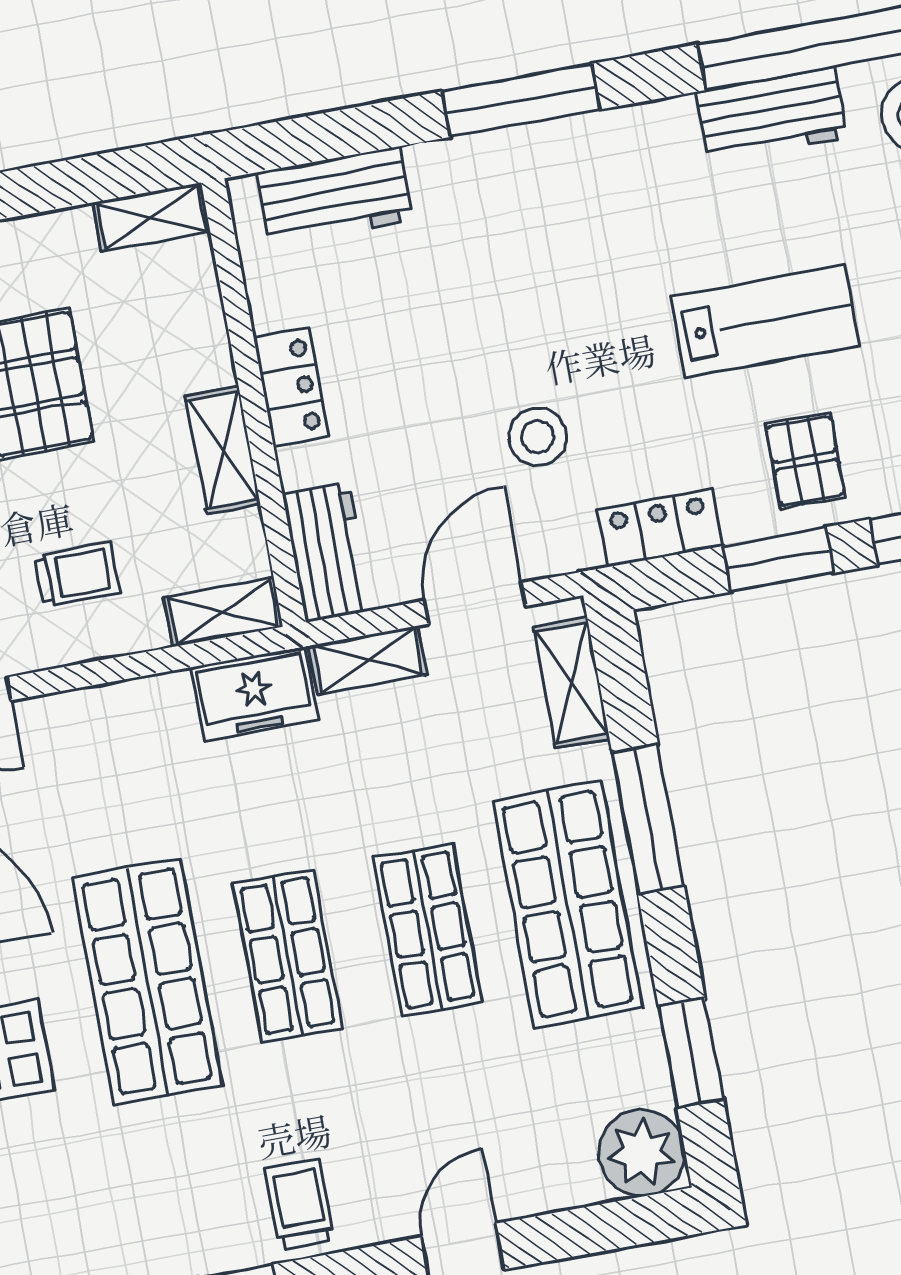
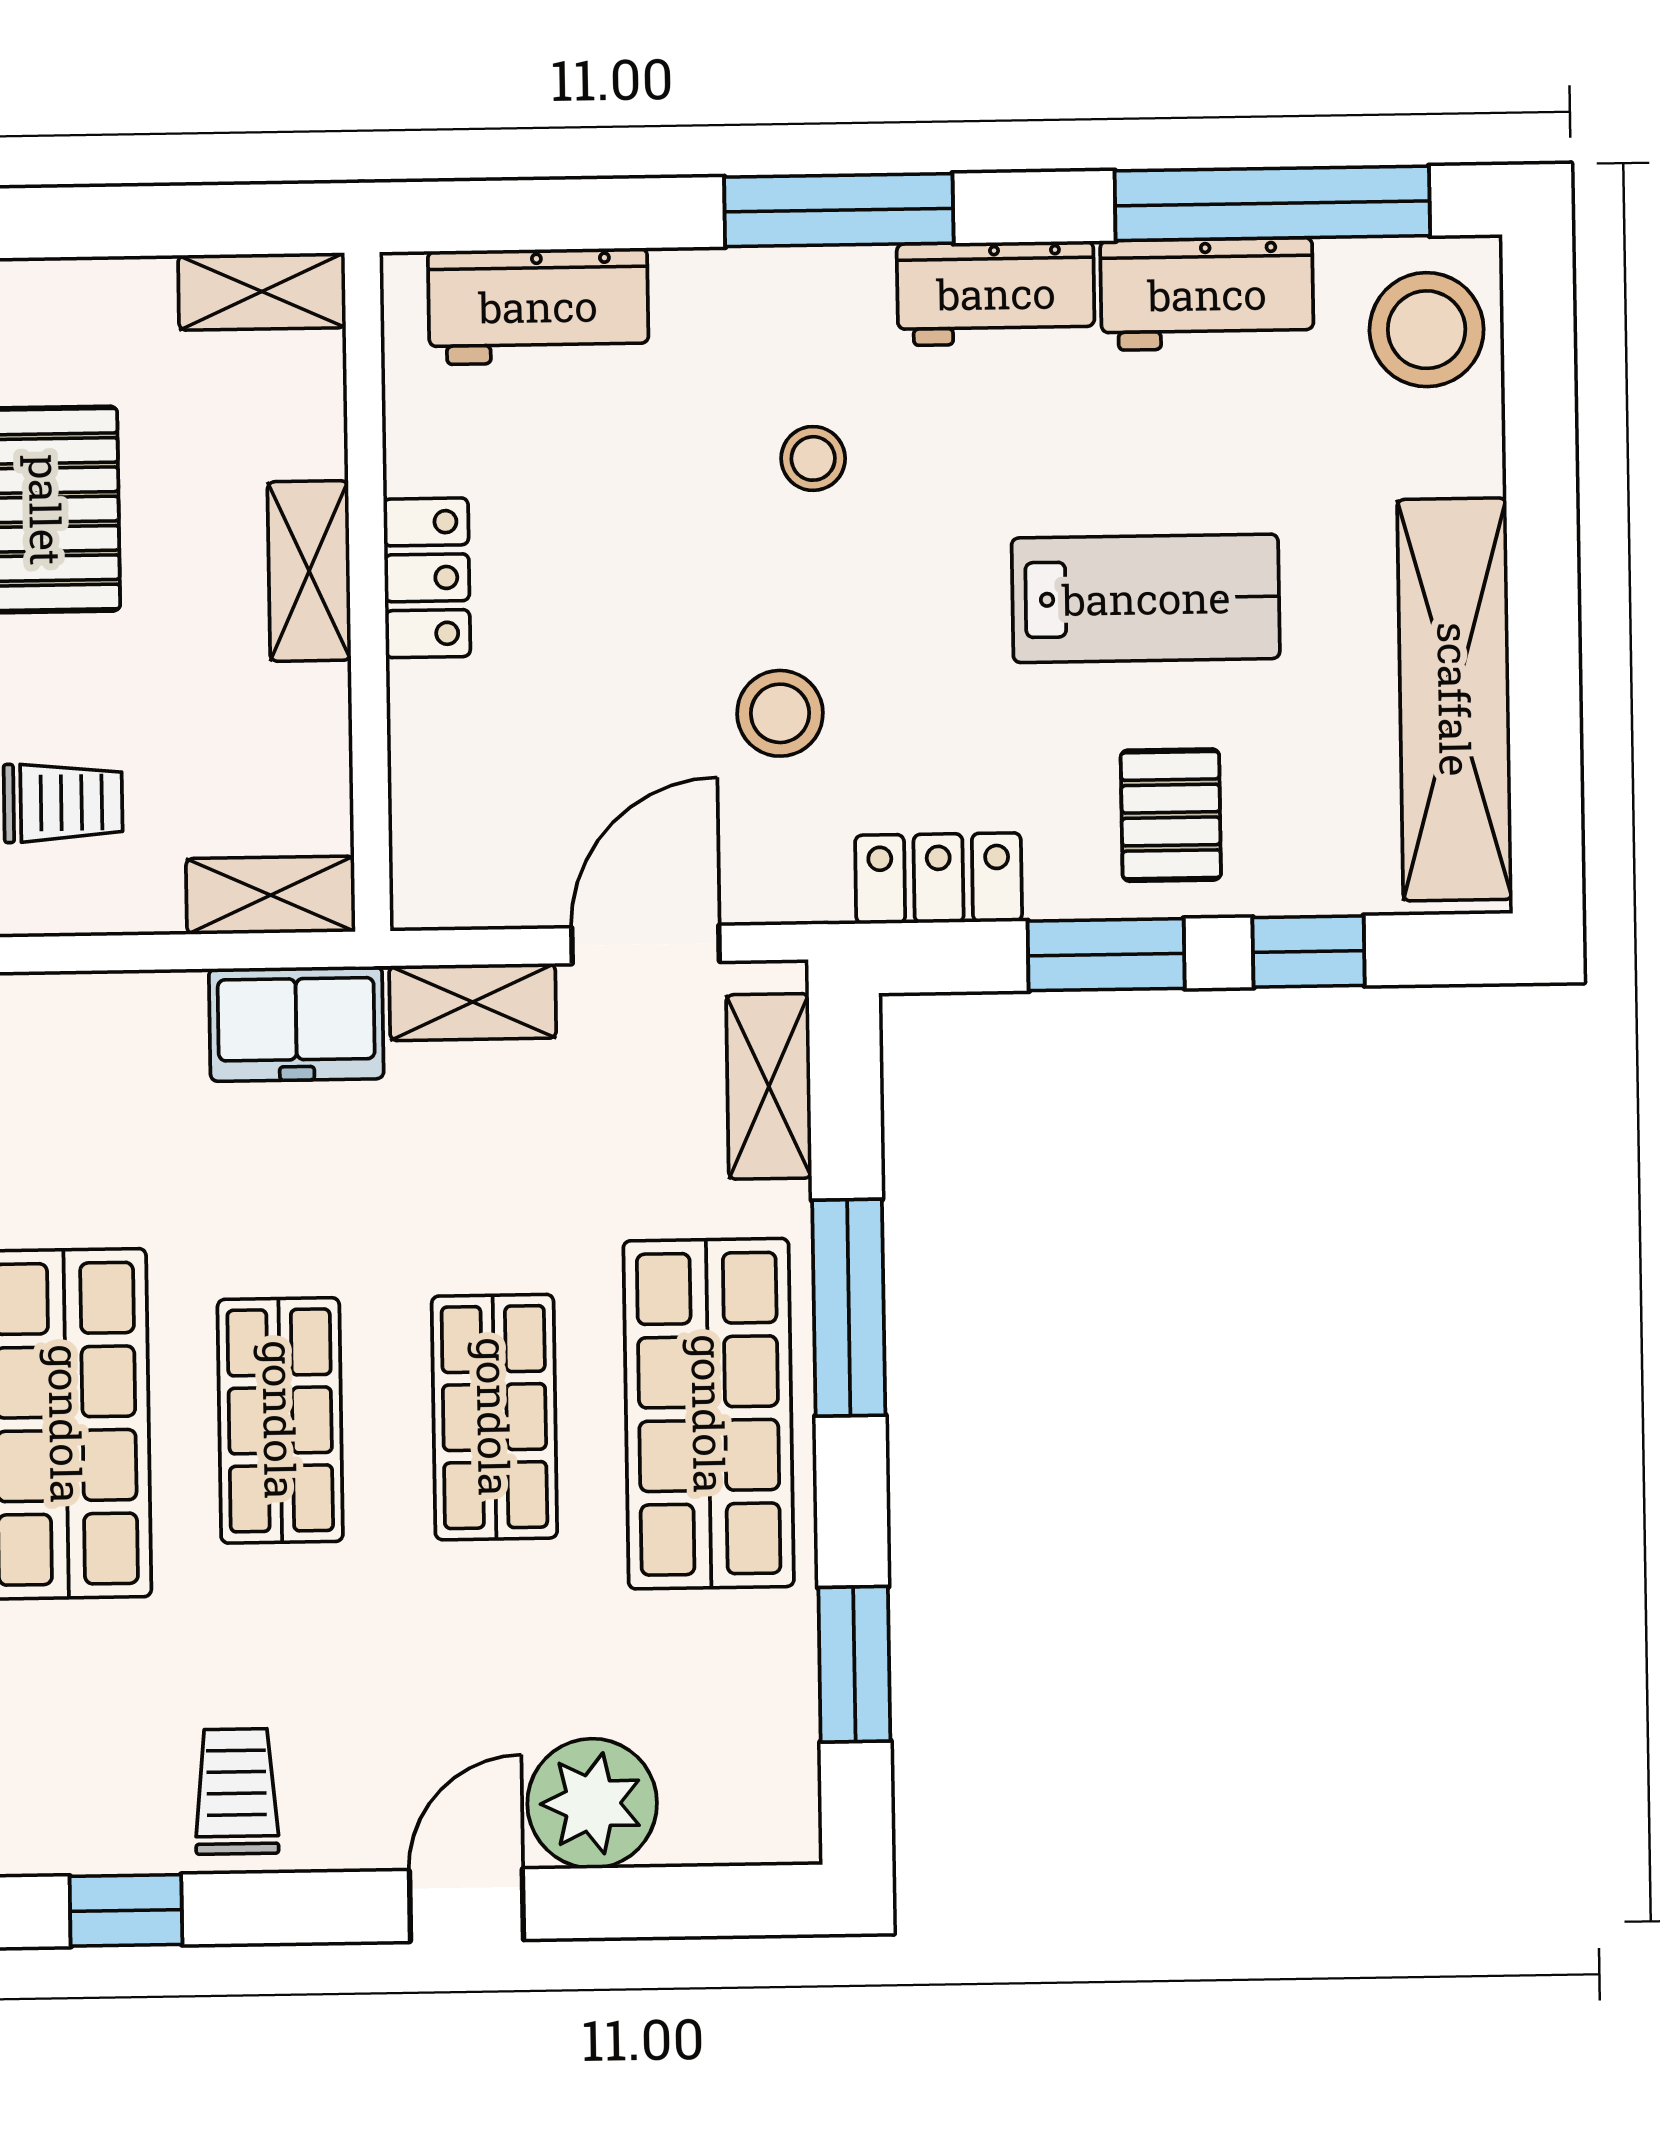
stool: (531, 266) -> (813, 458), added
shelving: (223, 450) -> (309, 571), moved
workbench: (327, 552) -> (996, 293), moved, turned 90
plant: (642, 1153) -> (592, 1803), moved

